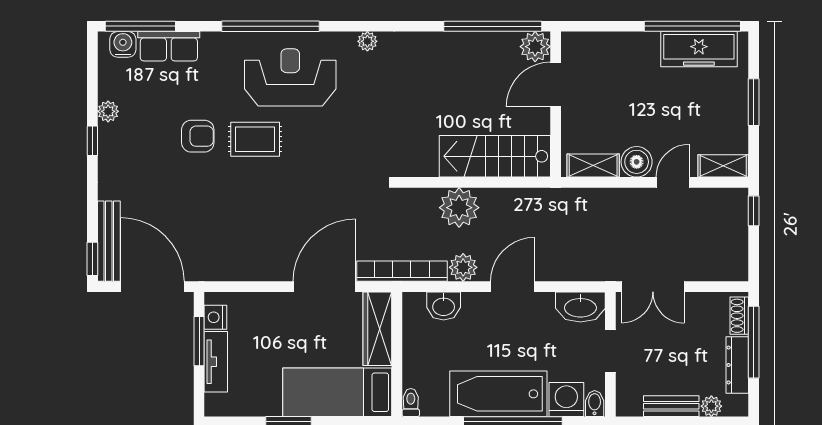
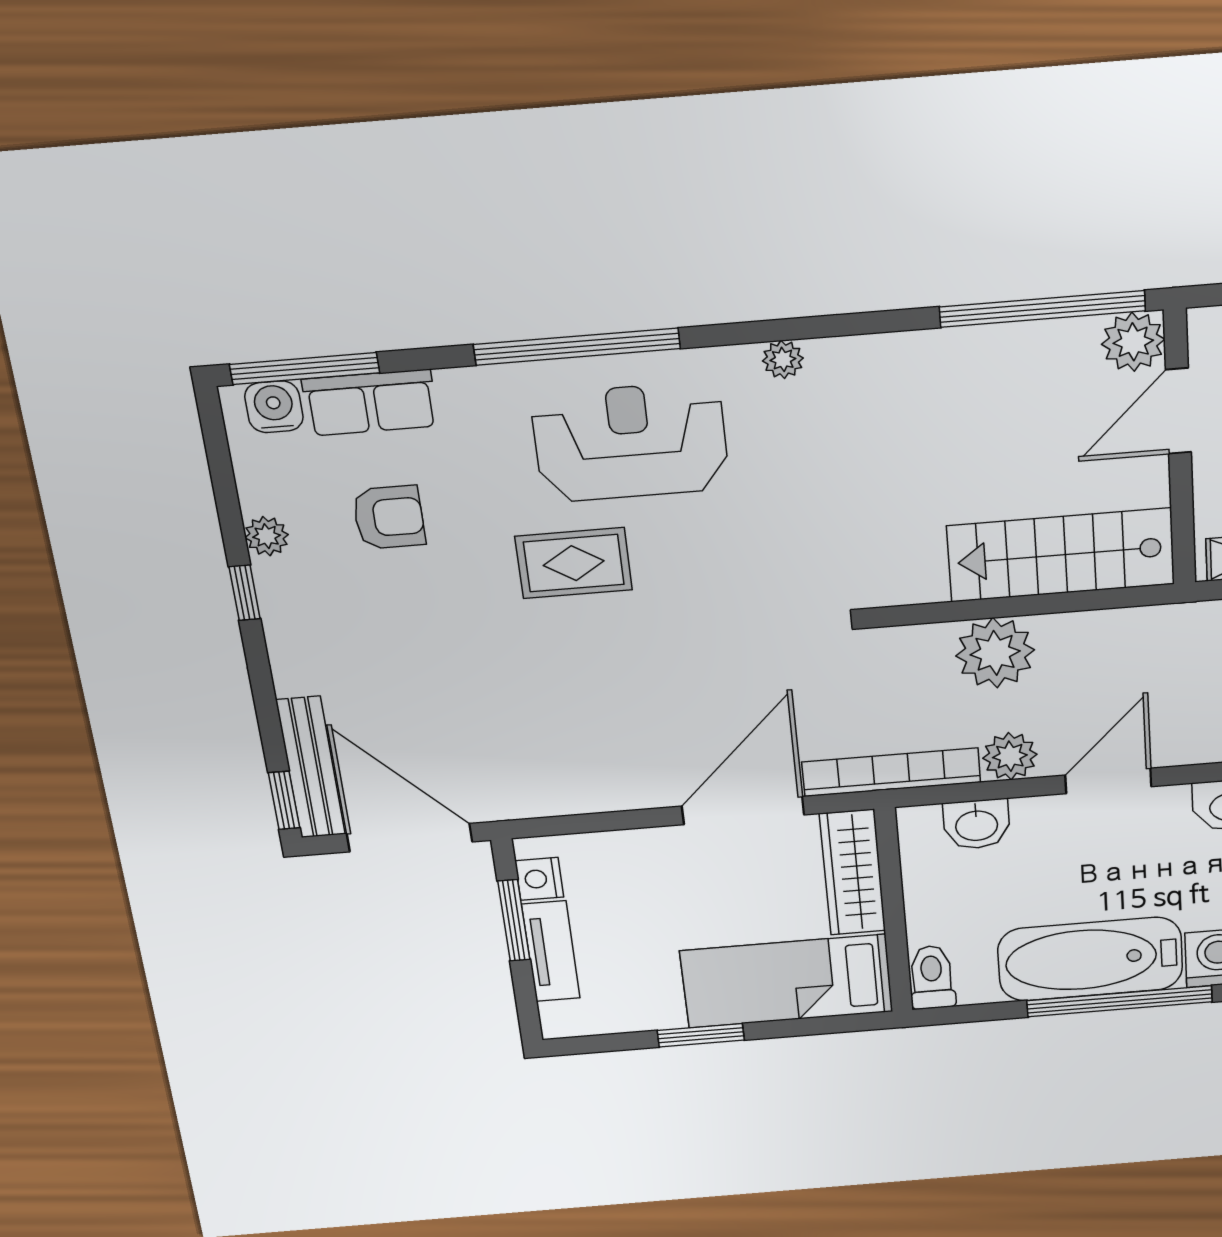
armchair: (198, 136) -> (389, 517), moved
toilet: (411, 403) -> (932, 977), width x1.37, depth x1.39

